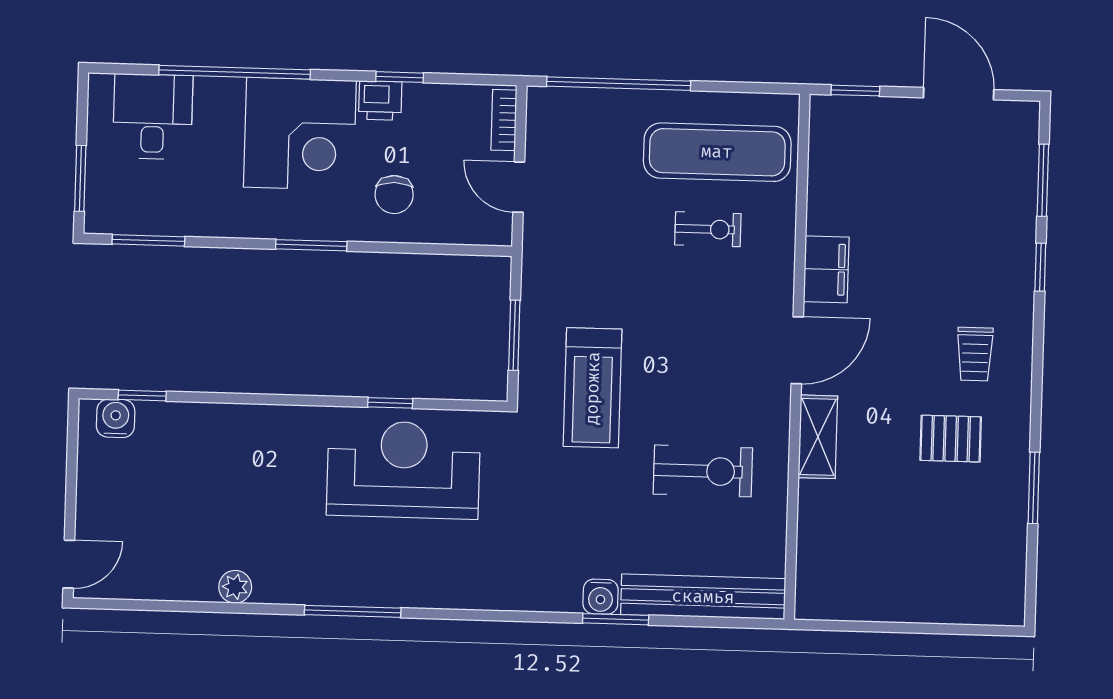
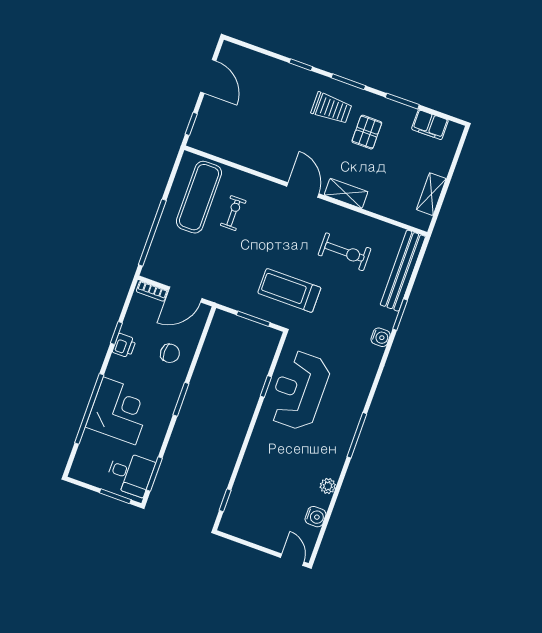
door: (959, 94) -> (208, 76), swing flipped
desk: (153, 117) -> (130, 474), moved, turned 180
corner desk: (300, 134) -> (119, 411), moved
window: (1043, 180) -> (348, 82), moved
door: (519, 187) -> (185, 294), width x1.38
filing cabinet: (826, 269) -> (430, 125), moved, turned 180
trolley: (975, 354) -> (331, 108), width x1.36, depth x1.39
treadmill: (593, 388) -> (289, 290), turned 180
water cooler: (116, 418) -> (315, 517), moved, turned 180
exercise bike: (703, 471) -> (345, 252), turned 90
water cooler: (601, 597) -> (381, 337), moved
shelving: (870, 604) -> (431, 194), added

